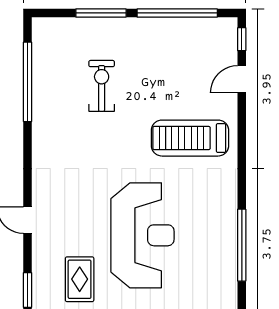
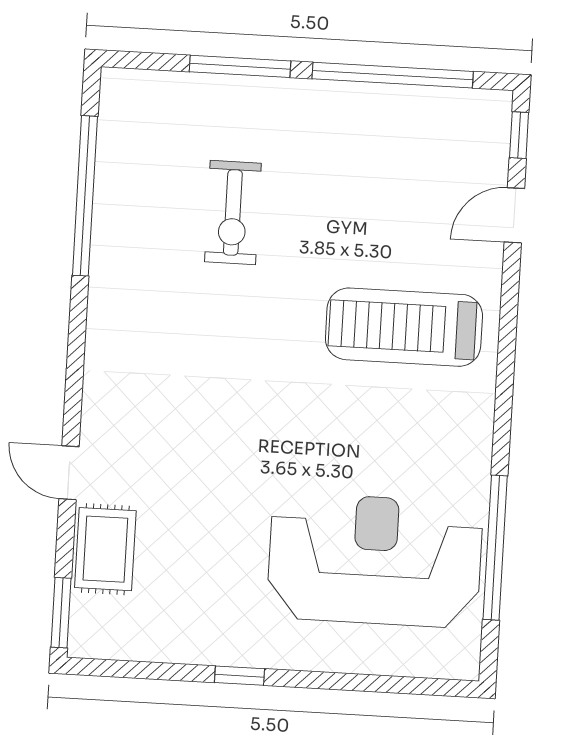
exercise bike: (102, 86) -> (233, 212), turned 180
reception desk: (143, 235) -> (375, 560), moved, turned -90
rug: (80, 279) -> (105, 549), moved

